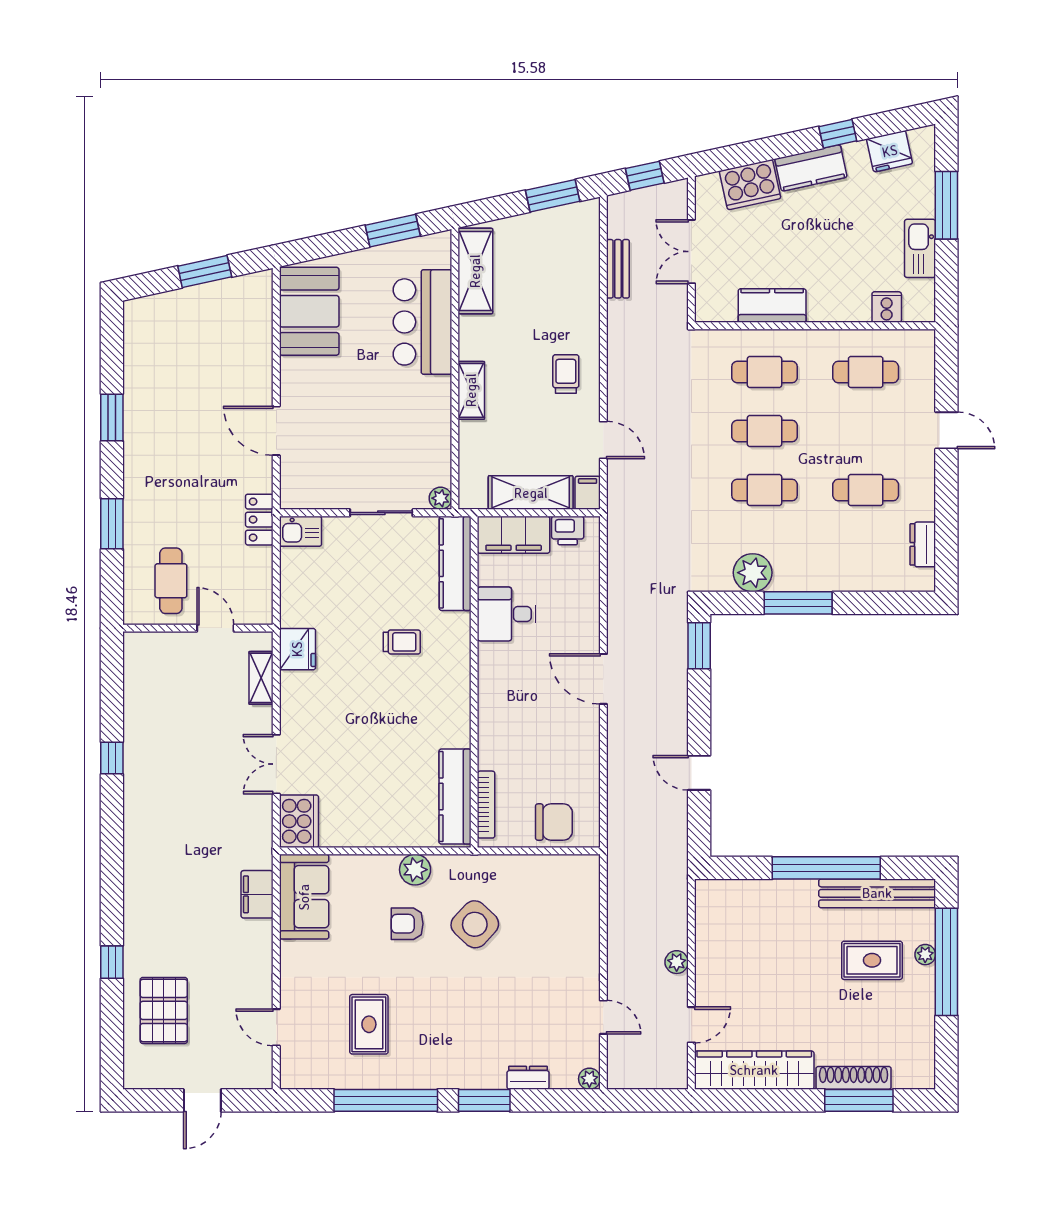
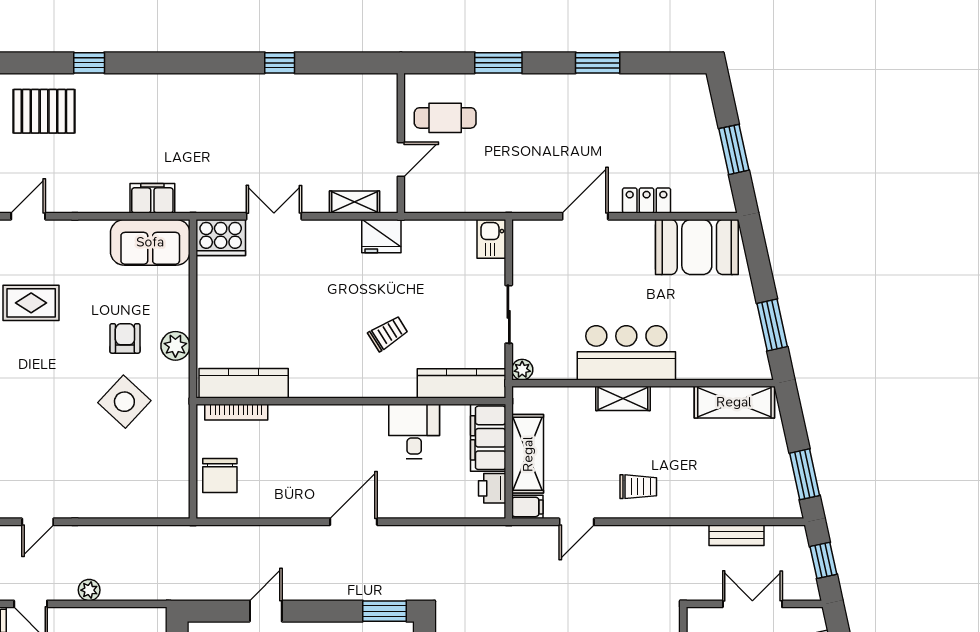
bar counter: (423, 322) -> (626, 353), moved
locker: (259, 520) -> (647, 200), moved
trolley: (402, 642) -> (388, 333), turned -122

